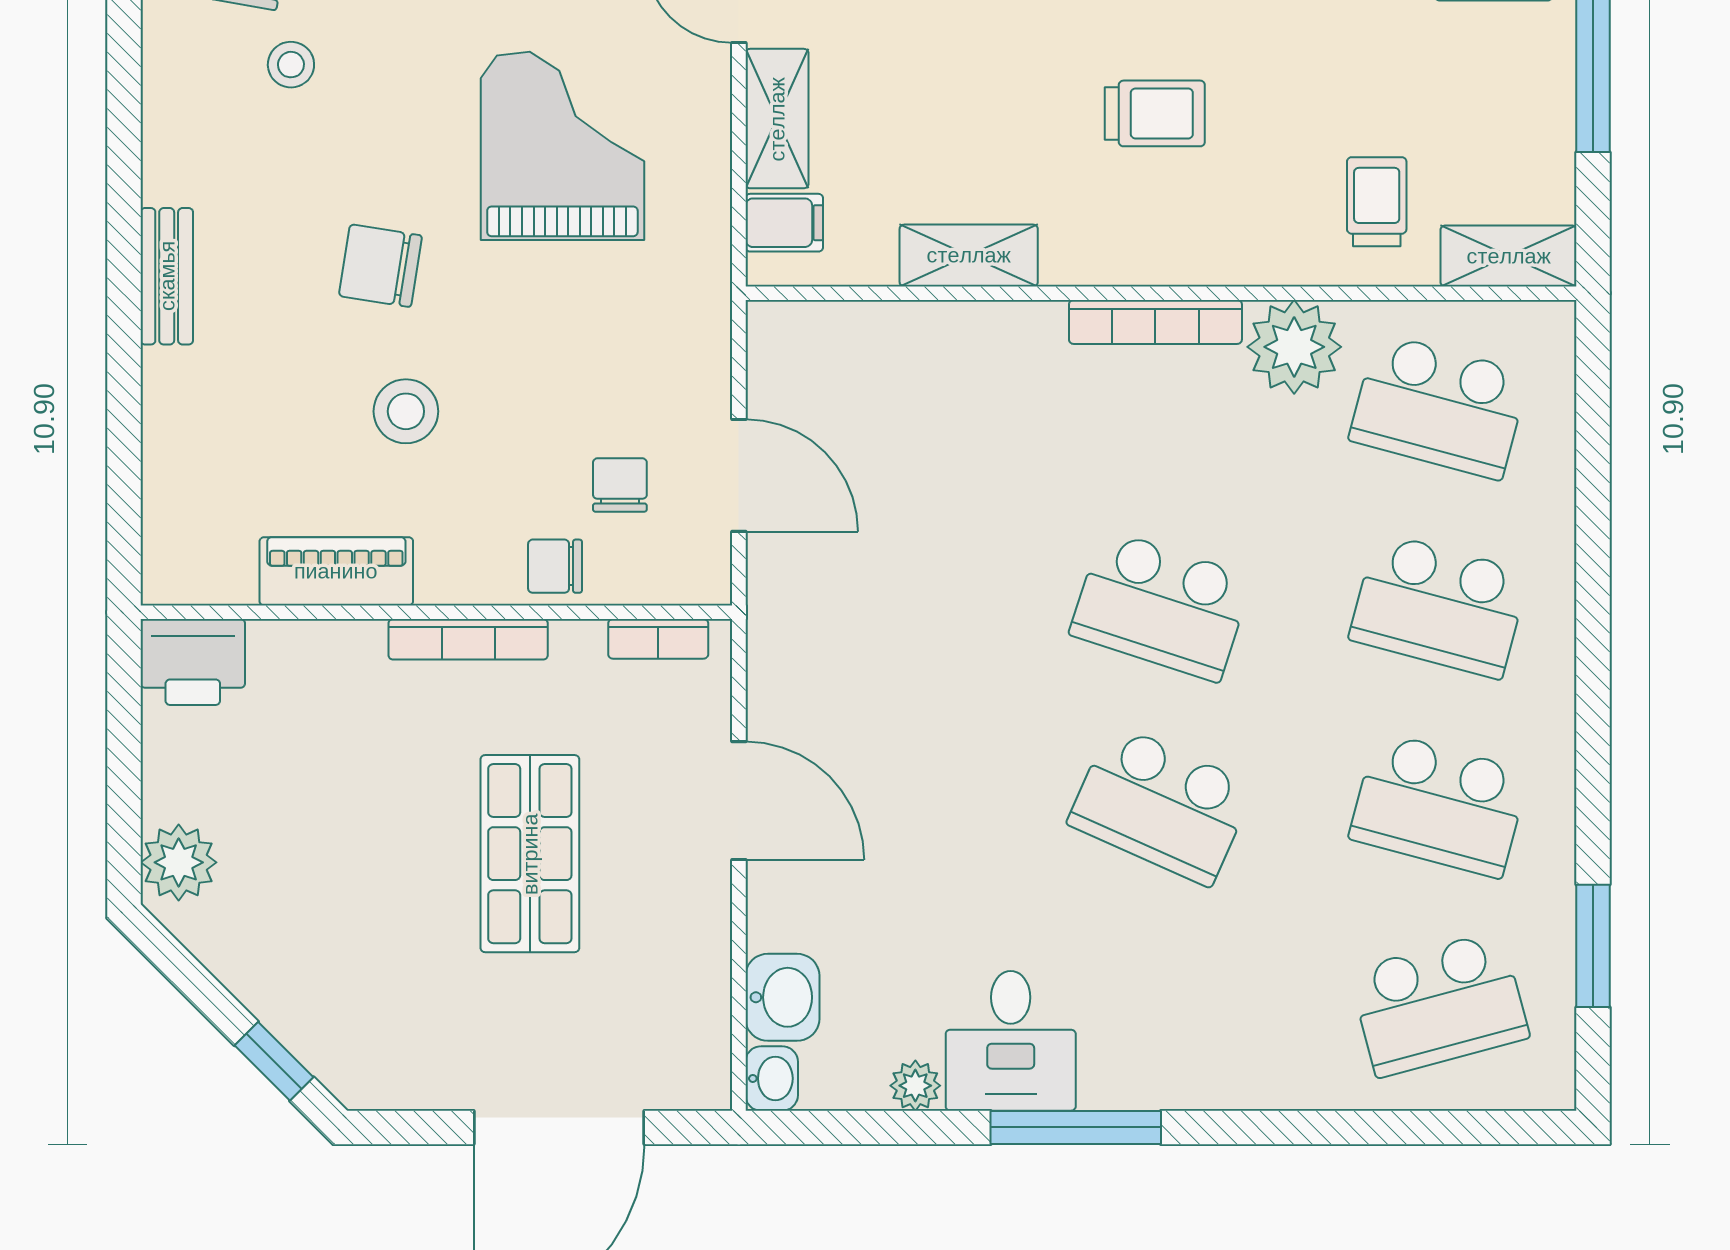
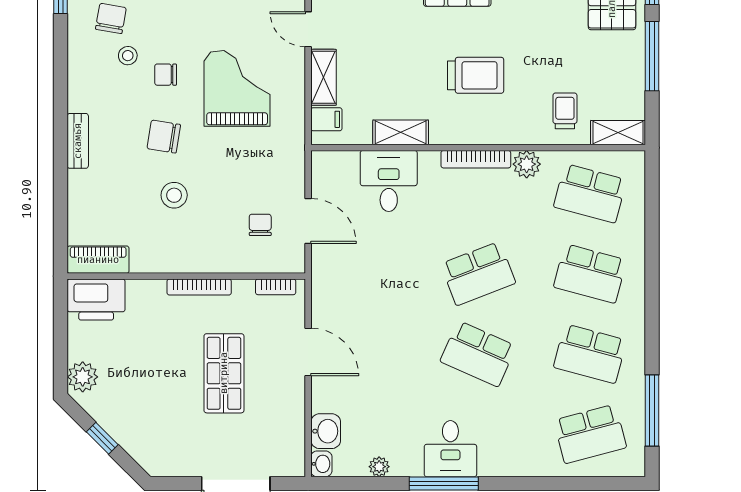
trolley: (1155, 113) -> (476, 75), width x1.36, depth x1.39
plant: (1294, 347) -> (527, 164), width x0.73, depth x0.73
desk: (939, 376) -> (389, 181), added
chair: (555, 566) -> (166, 75), moved
piano: (336, 571) -> (98, 260), moved
school desk: (1161, 606) -> (478, 273), turned -39
printer: (193, 662) -> (96, 300), width x1.37, depth x1.19
window: (1593, 946) -> (652, 410), width x1.44
desk: (1011, 1041) -> (450, 449), moved
window: (274, 1061) -> (102, 438), moved

